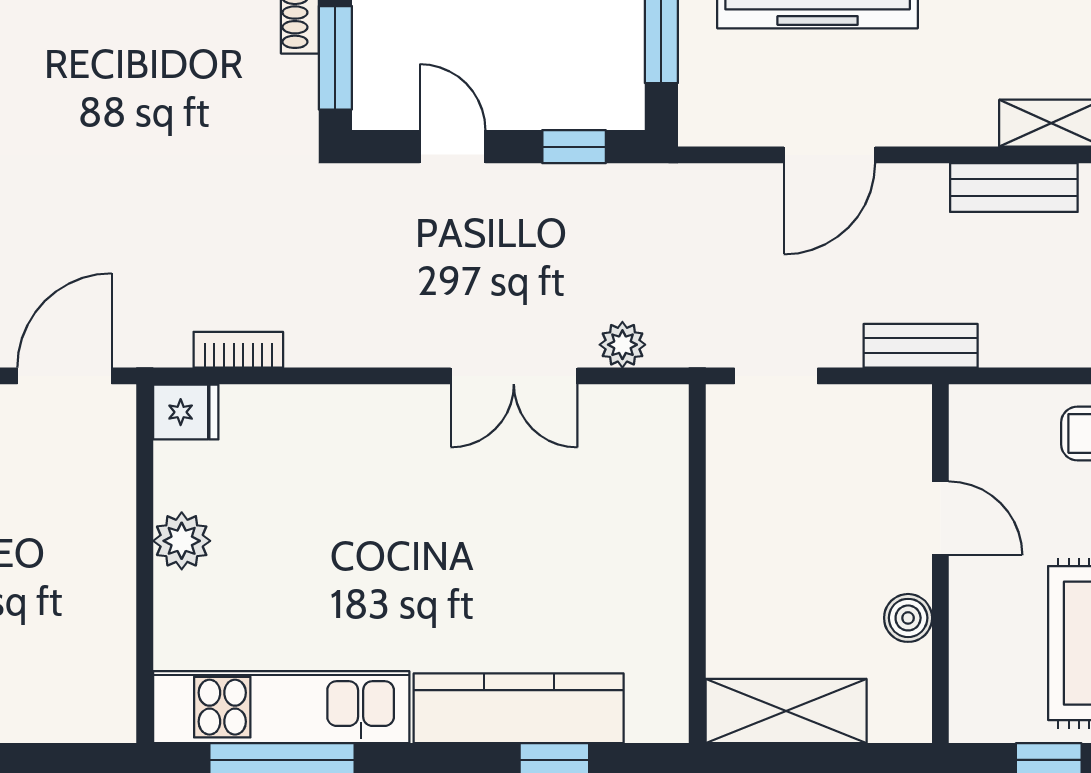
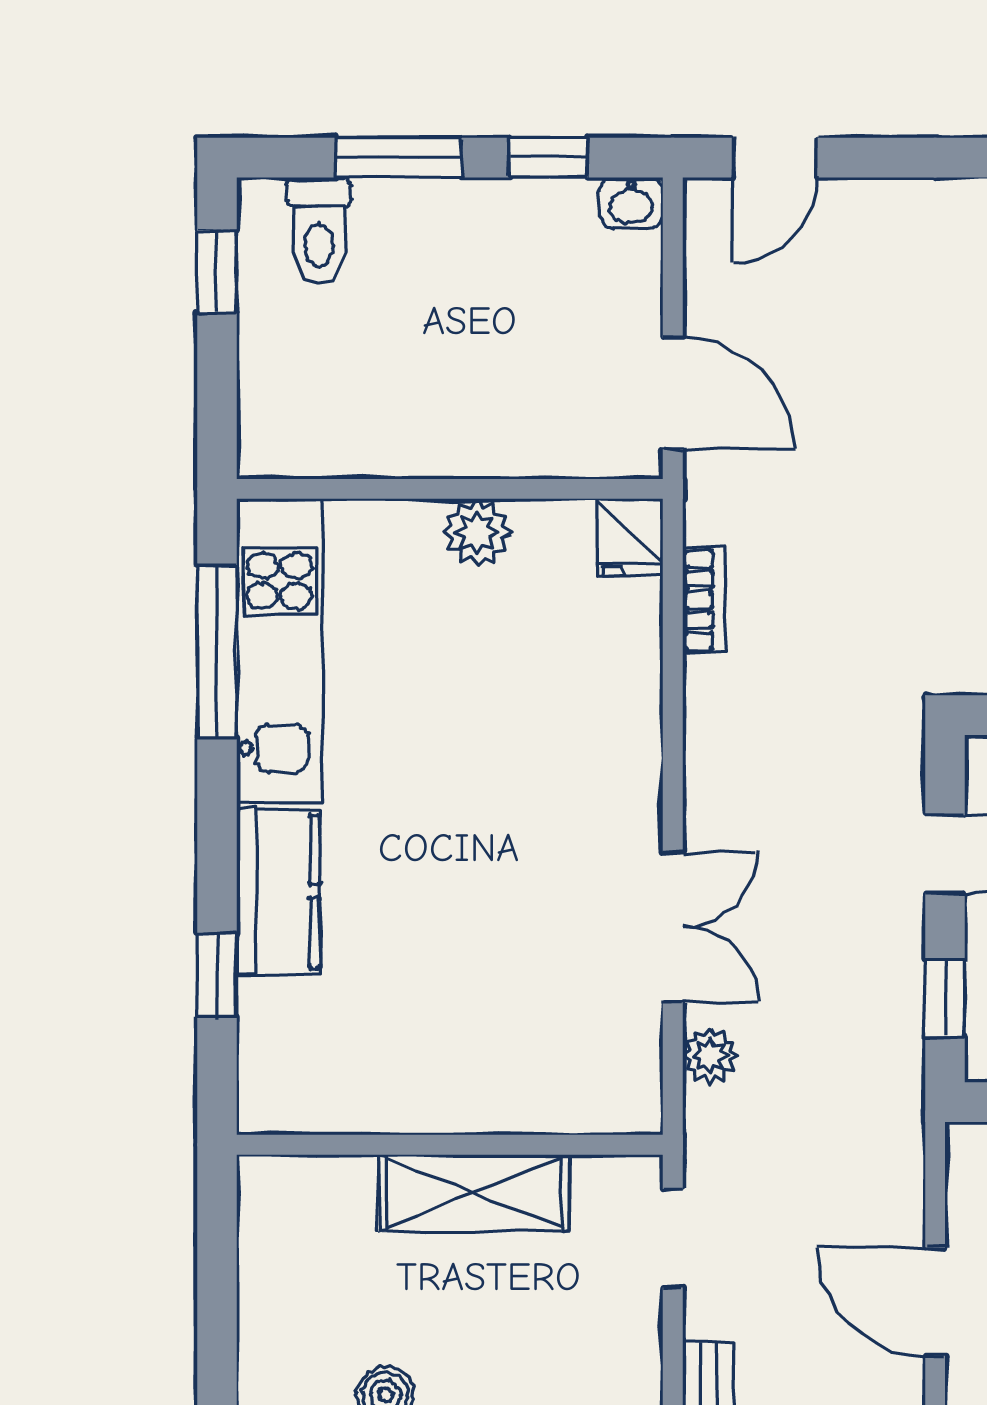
double door: (514, 376) -> (673, 927), swing flipped
kitchen counter: (519, 708) -> (278, 891), width x0.67
shelving: (786, 711) -> (474, 1193), moved, turned 90

